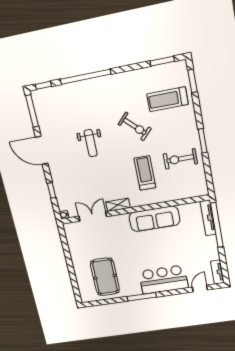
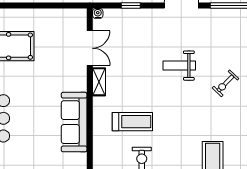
exercise bike: (135, 126) -> (225, 83), moved, width x0.73, depth x0.72

